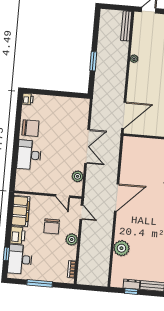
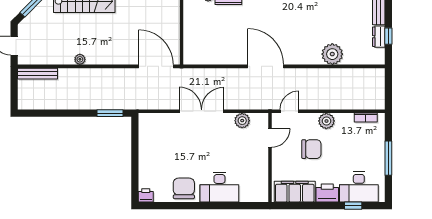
window: (93, 61) -> (110, 113), moved

